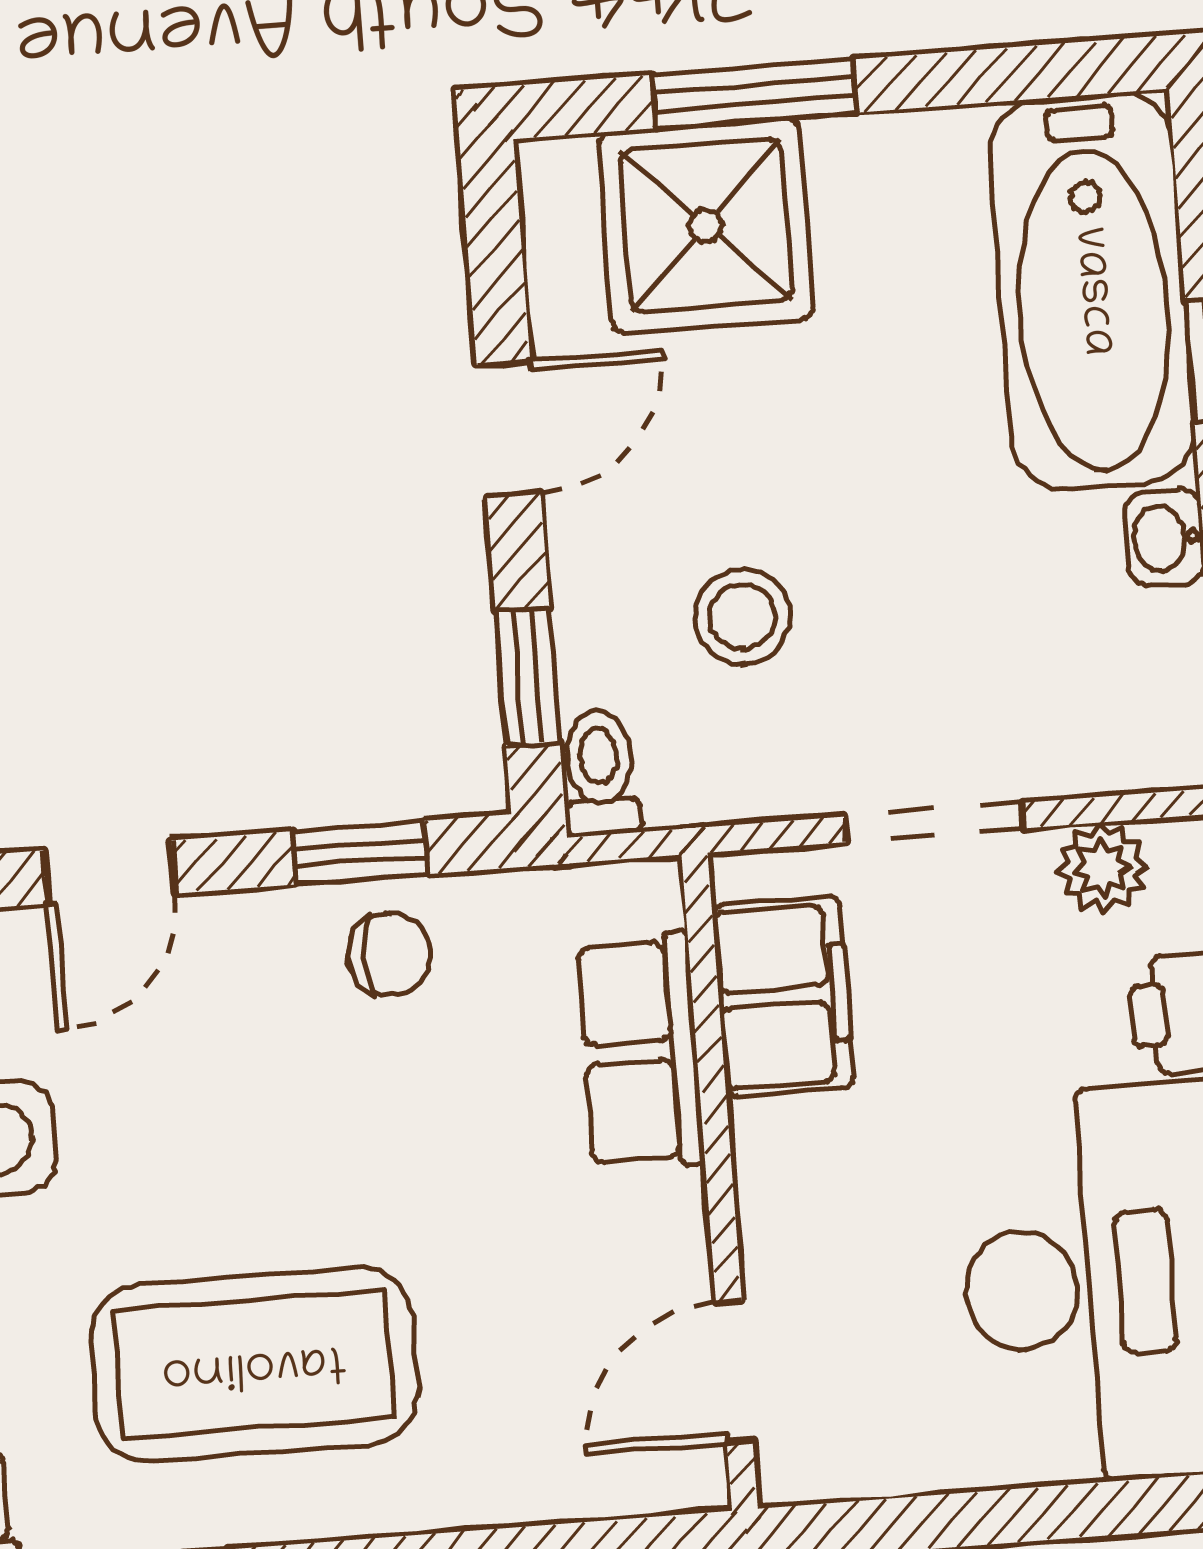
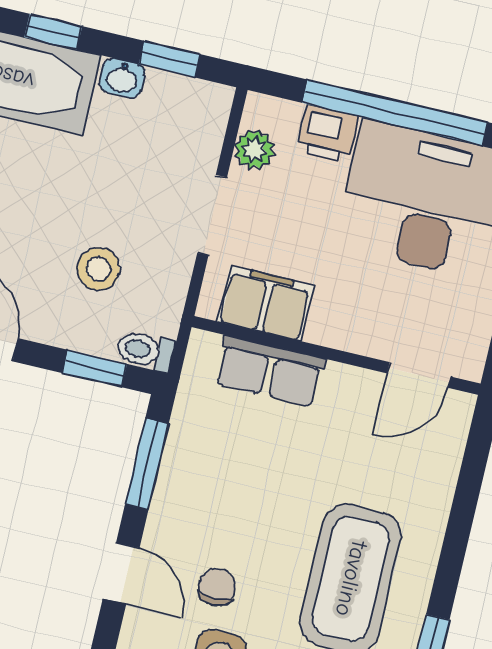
window: (360, 853) -> (147, 464), width x1.50
chair: (389, 954) -> (217, 587), moved
door: (734, 1372) -> (419, 375), hinge flipped

